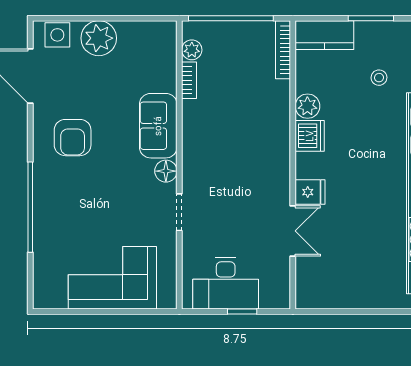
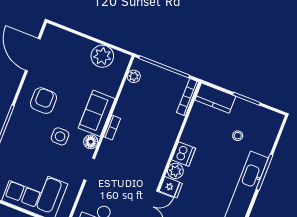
side table: (57, 35) -> (60, 136), moved
plant: (99, 38) -> (102, 56), moved
bookcase: (189, 80) -> (112, 127), moved
plant: (307, 106) -> (175, 171), moved
armchair: (73, 138) -> (43, 101), turned 180

